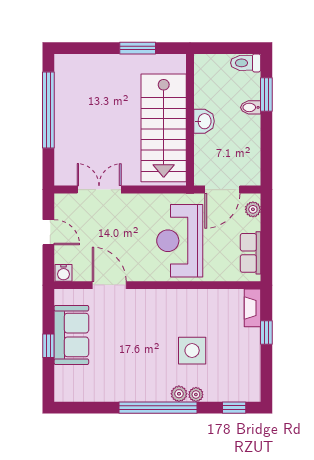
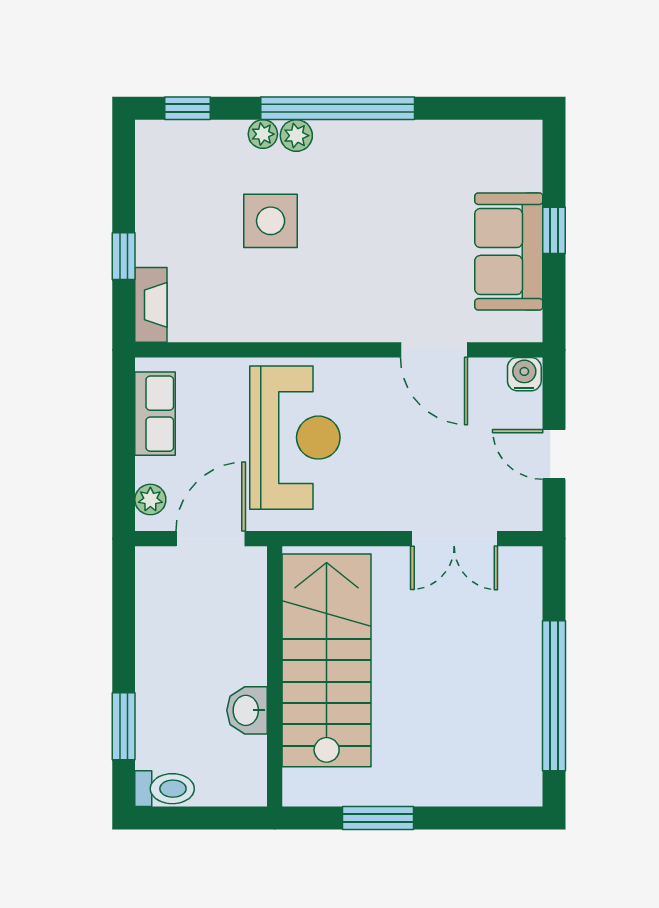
bidet: (251, 107) -> (155, 701), removed
washbasin: (204, 121) -> (247, 710), moved

